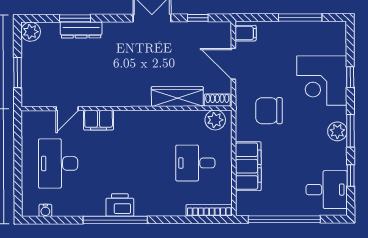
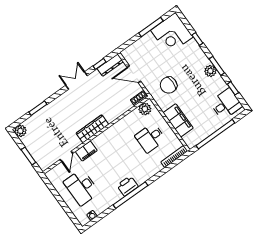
dresser: (81, 30) -> (110, 65), moved
filing cabinet: (246, 33) -> (129, 54), removed
corner desk: (322, 81) -> (172, 34), moved
wardrobe: (177, 96) -> (92, 129), moved

